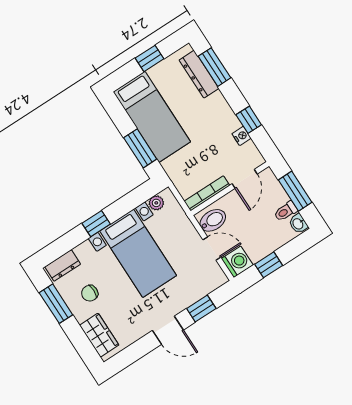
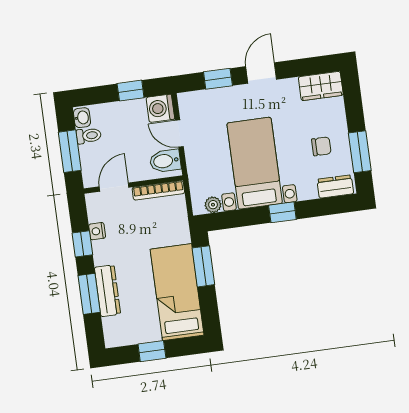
window: (215, 67) -> (89, 294), moved
dresser: (199, 74) -> (107, 291), moved
door: (168, 330) -> (261, 73), hinge flipped
wardrobe: (99, 335) -> (321, 86), moved, turned -90

